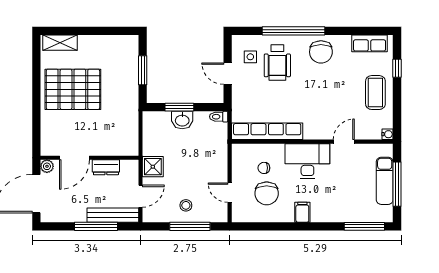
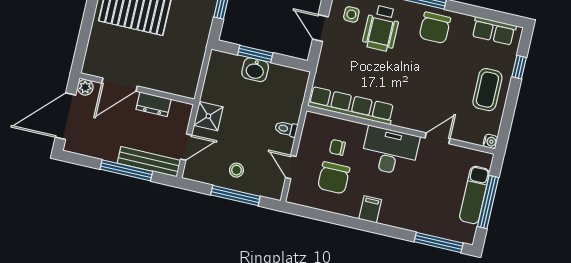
toilet: (219, 117) -> (286, 129), moved

